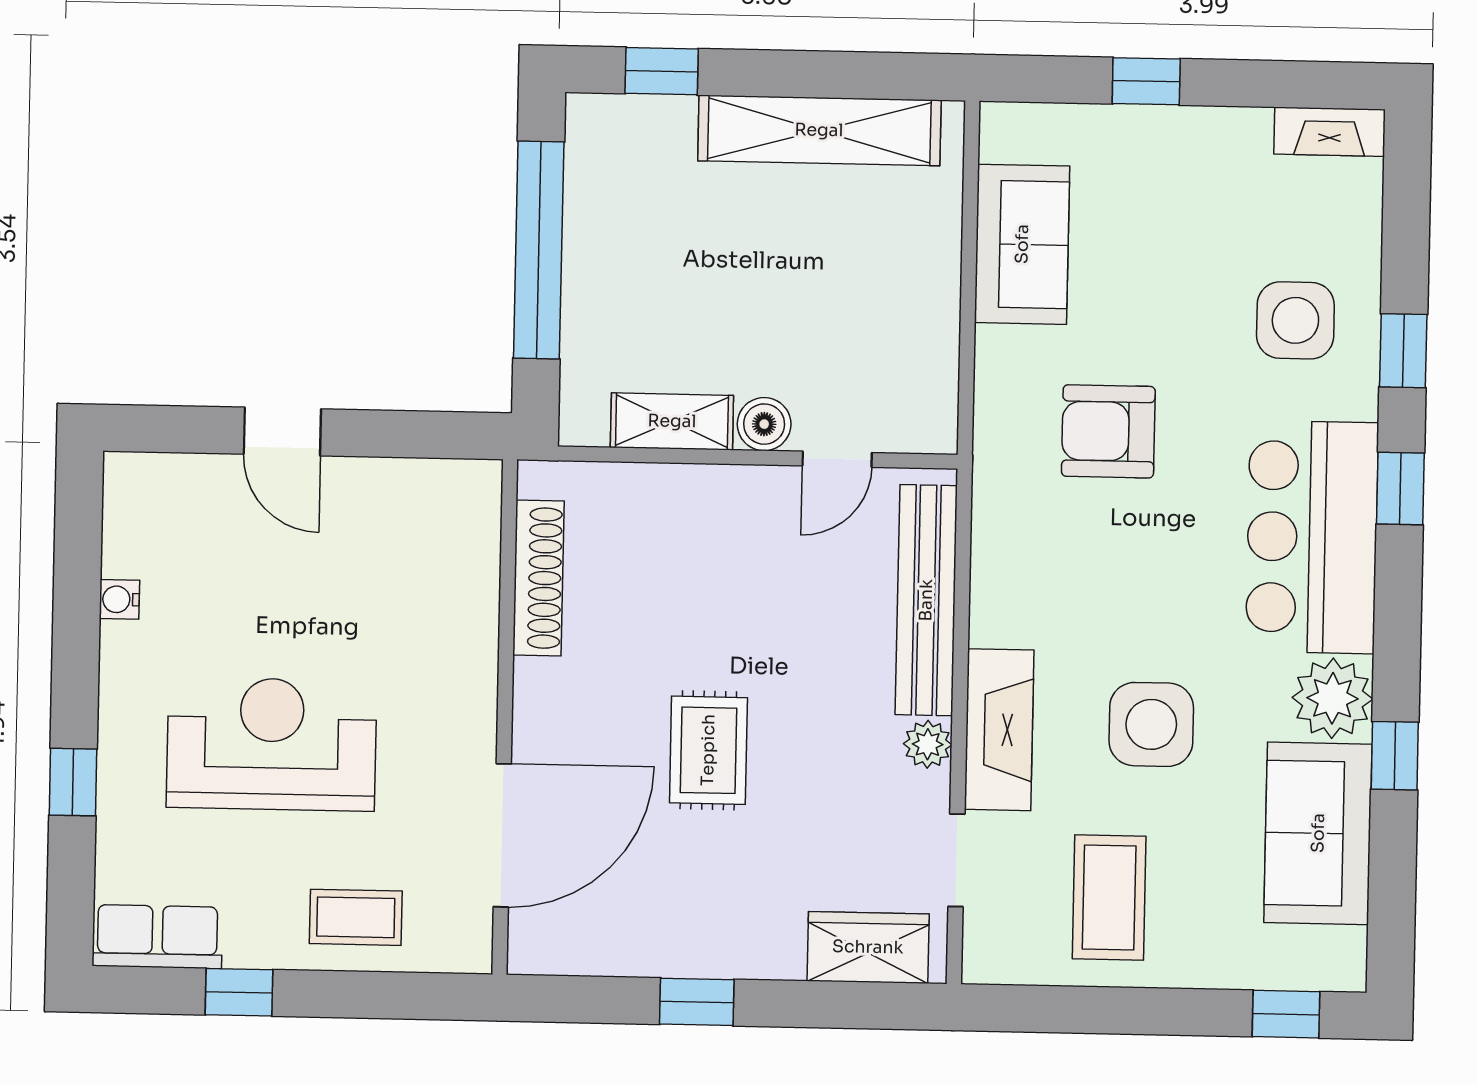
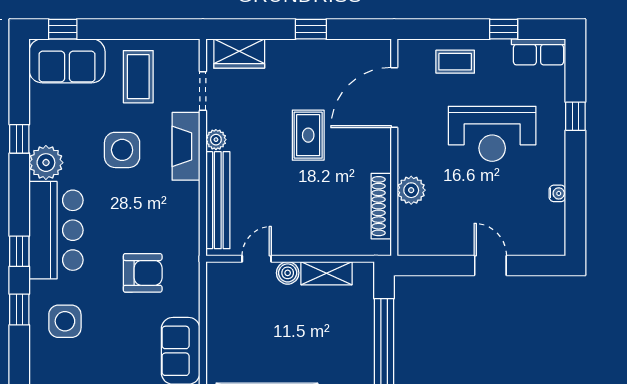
plant: (467, 614) -> (411, 190), added
sofa: (1318, 833) -> (67, 61), moved, turned 90

